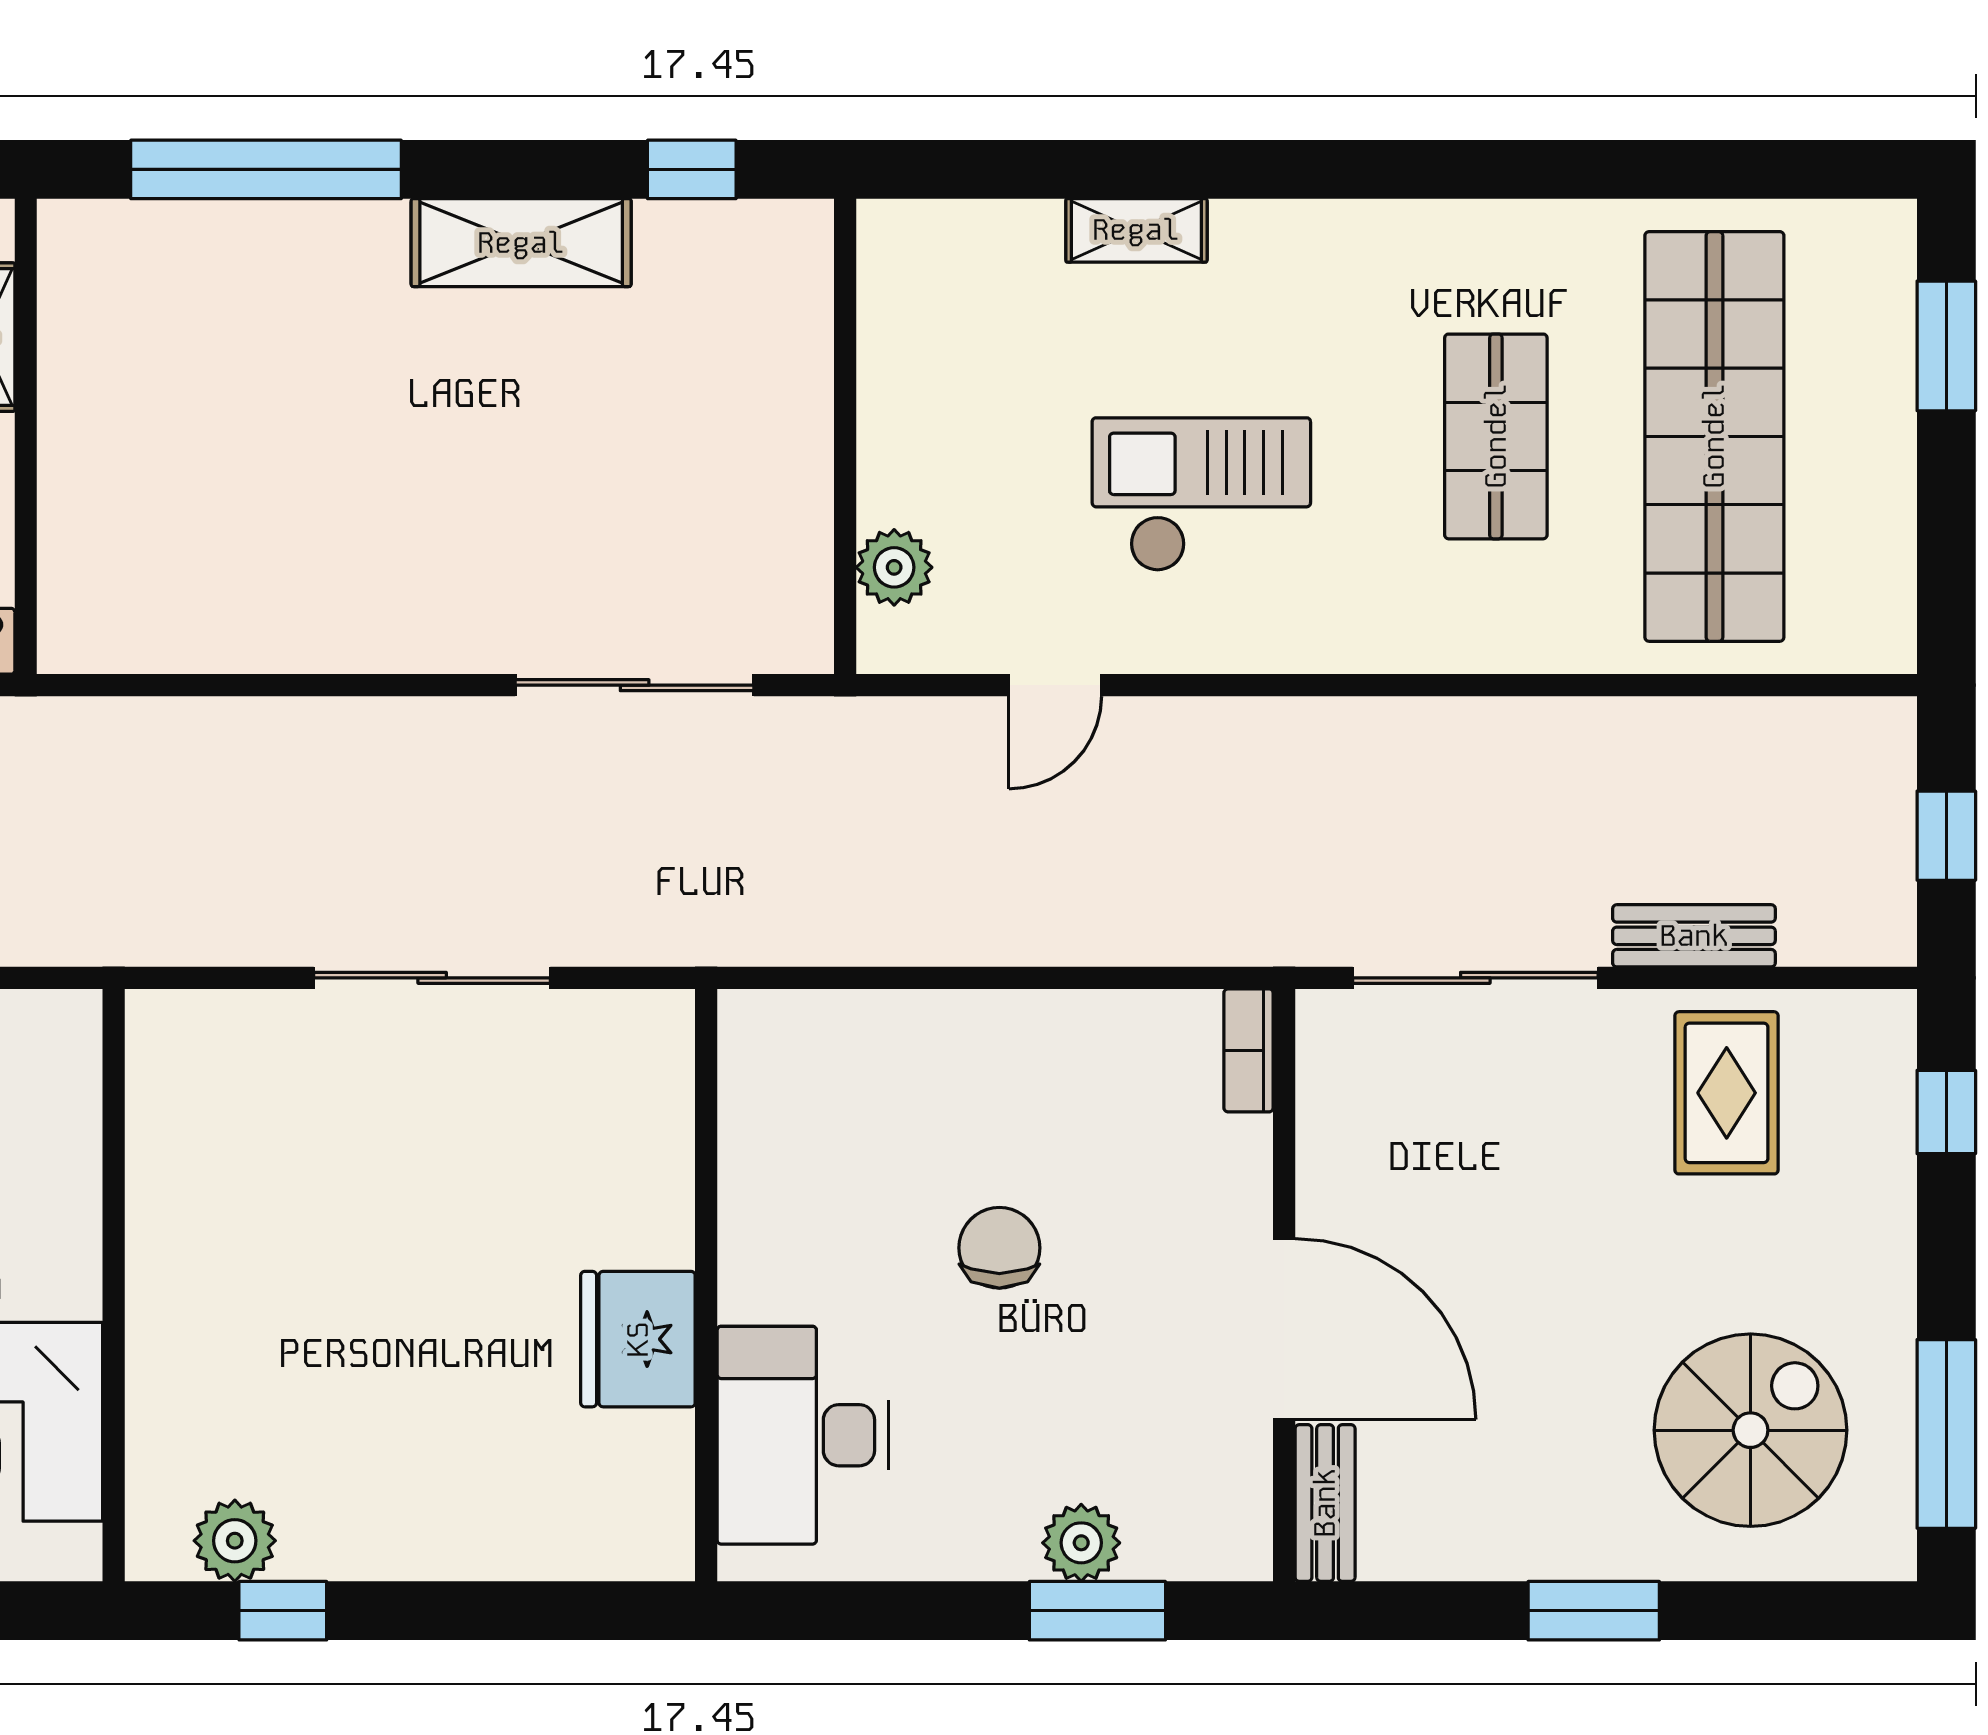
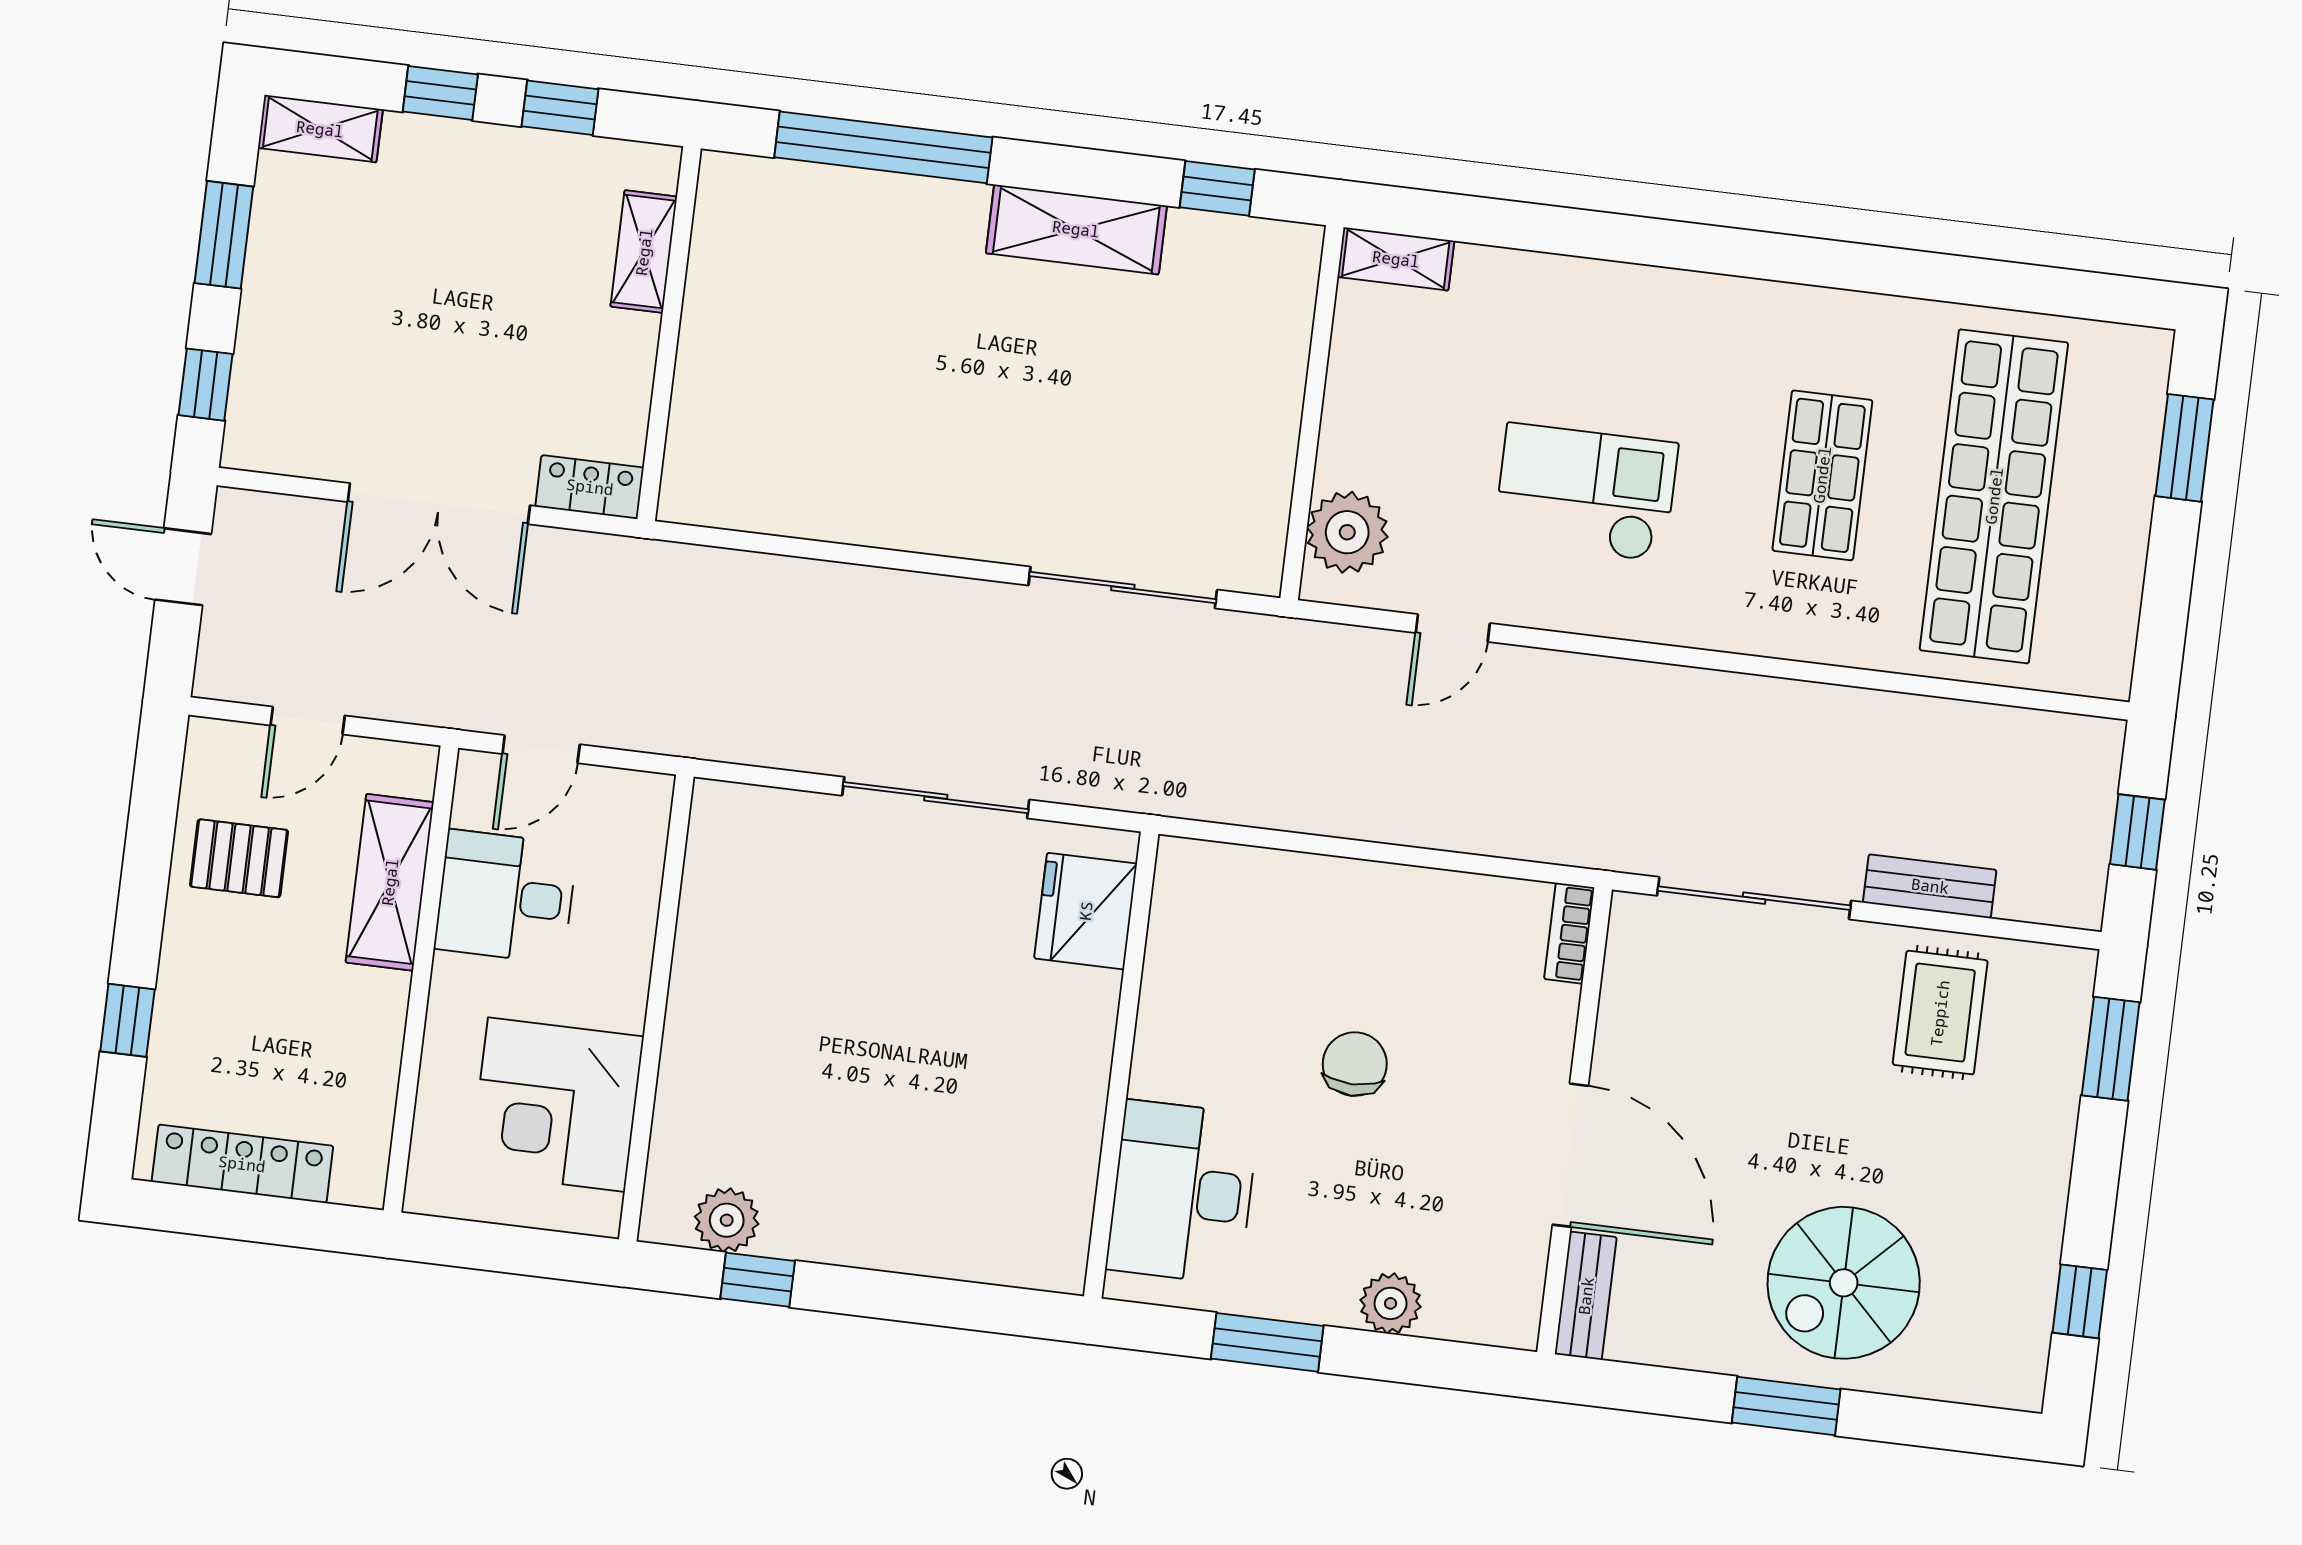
shelving: (1136, 230) -> (1396, 259), moved
plant: (894, 567) -> (1347, 532), width x1.36, depth x1.36
window: (1946, 1112) -> (2111, 1049), width x1.50
fridge: (638, 1339) -> (1086, 911), moved
spiral stairs: (1751, 1430) -> (1844, 1283), moved, turned 180
window: (1946, 1434) -> (2080, 1301), width x0.46
window: (1097, 1611) -> (1267, 1342), moved

